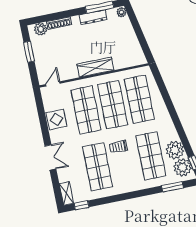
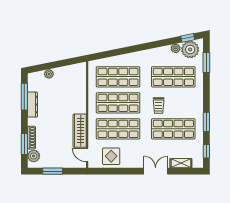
plant: (121, 12) -> (49, 74), moved
window: (51, 17) -> (24, 144), added
wardrobe: (95, 67) -> (80, 131), moved
display table: (56, 119) -> (111, 156), moved
plant: (175, 150) -> (176, 48), width x0.53, depth x0.53
shelving: (66, 193) -> (181, 163), moved
window: (112, 199) -> (206, 122), added

